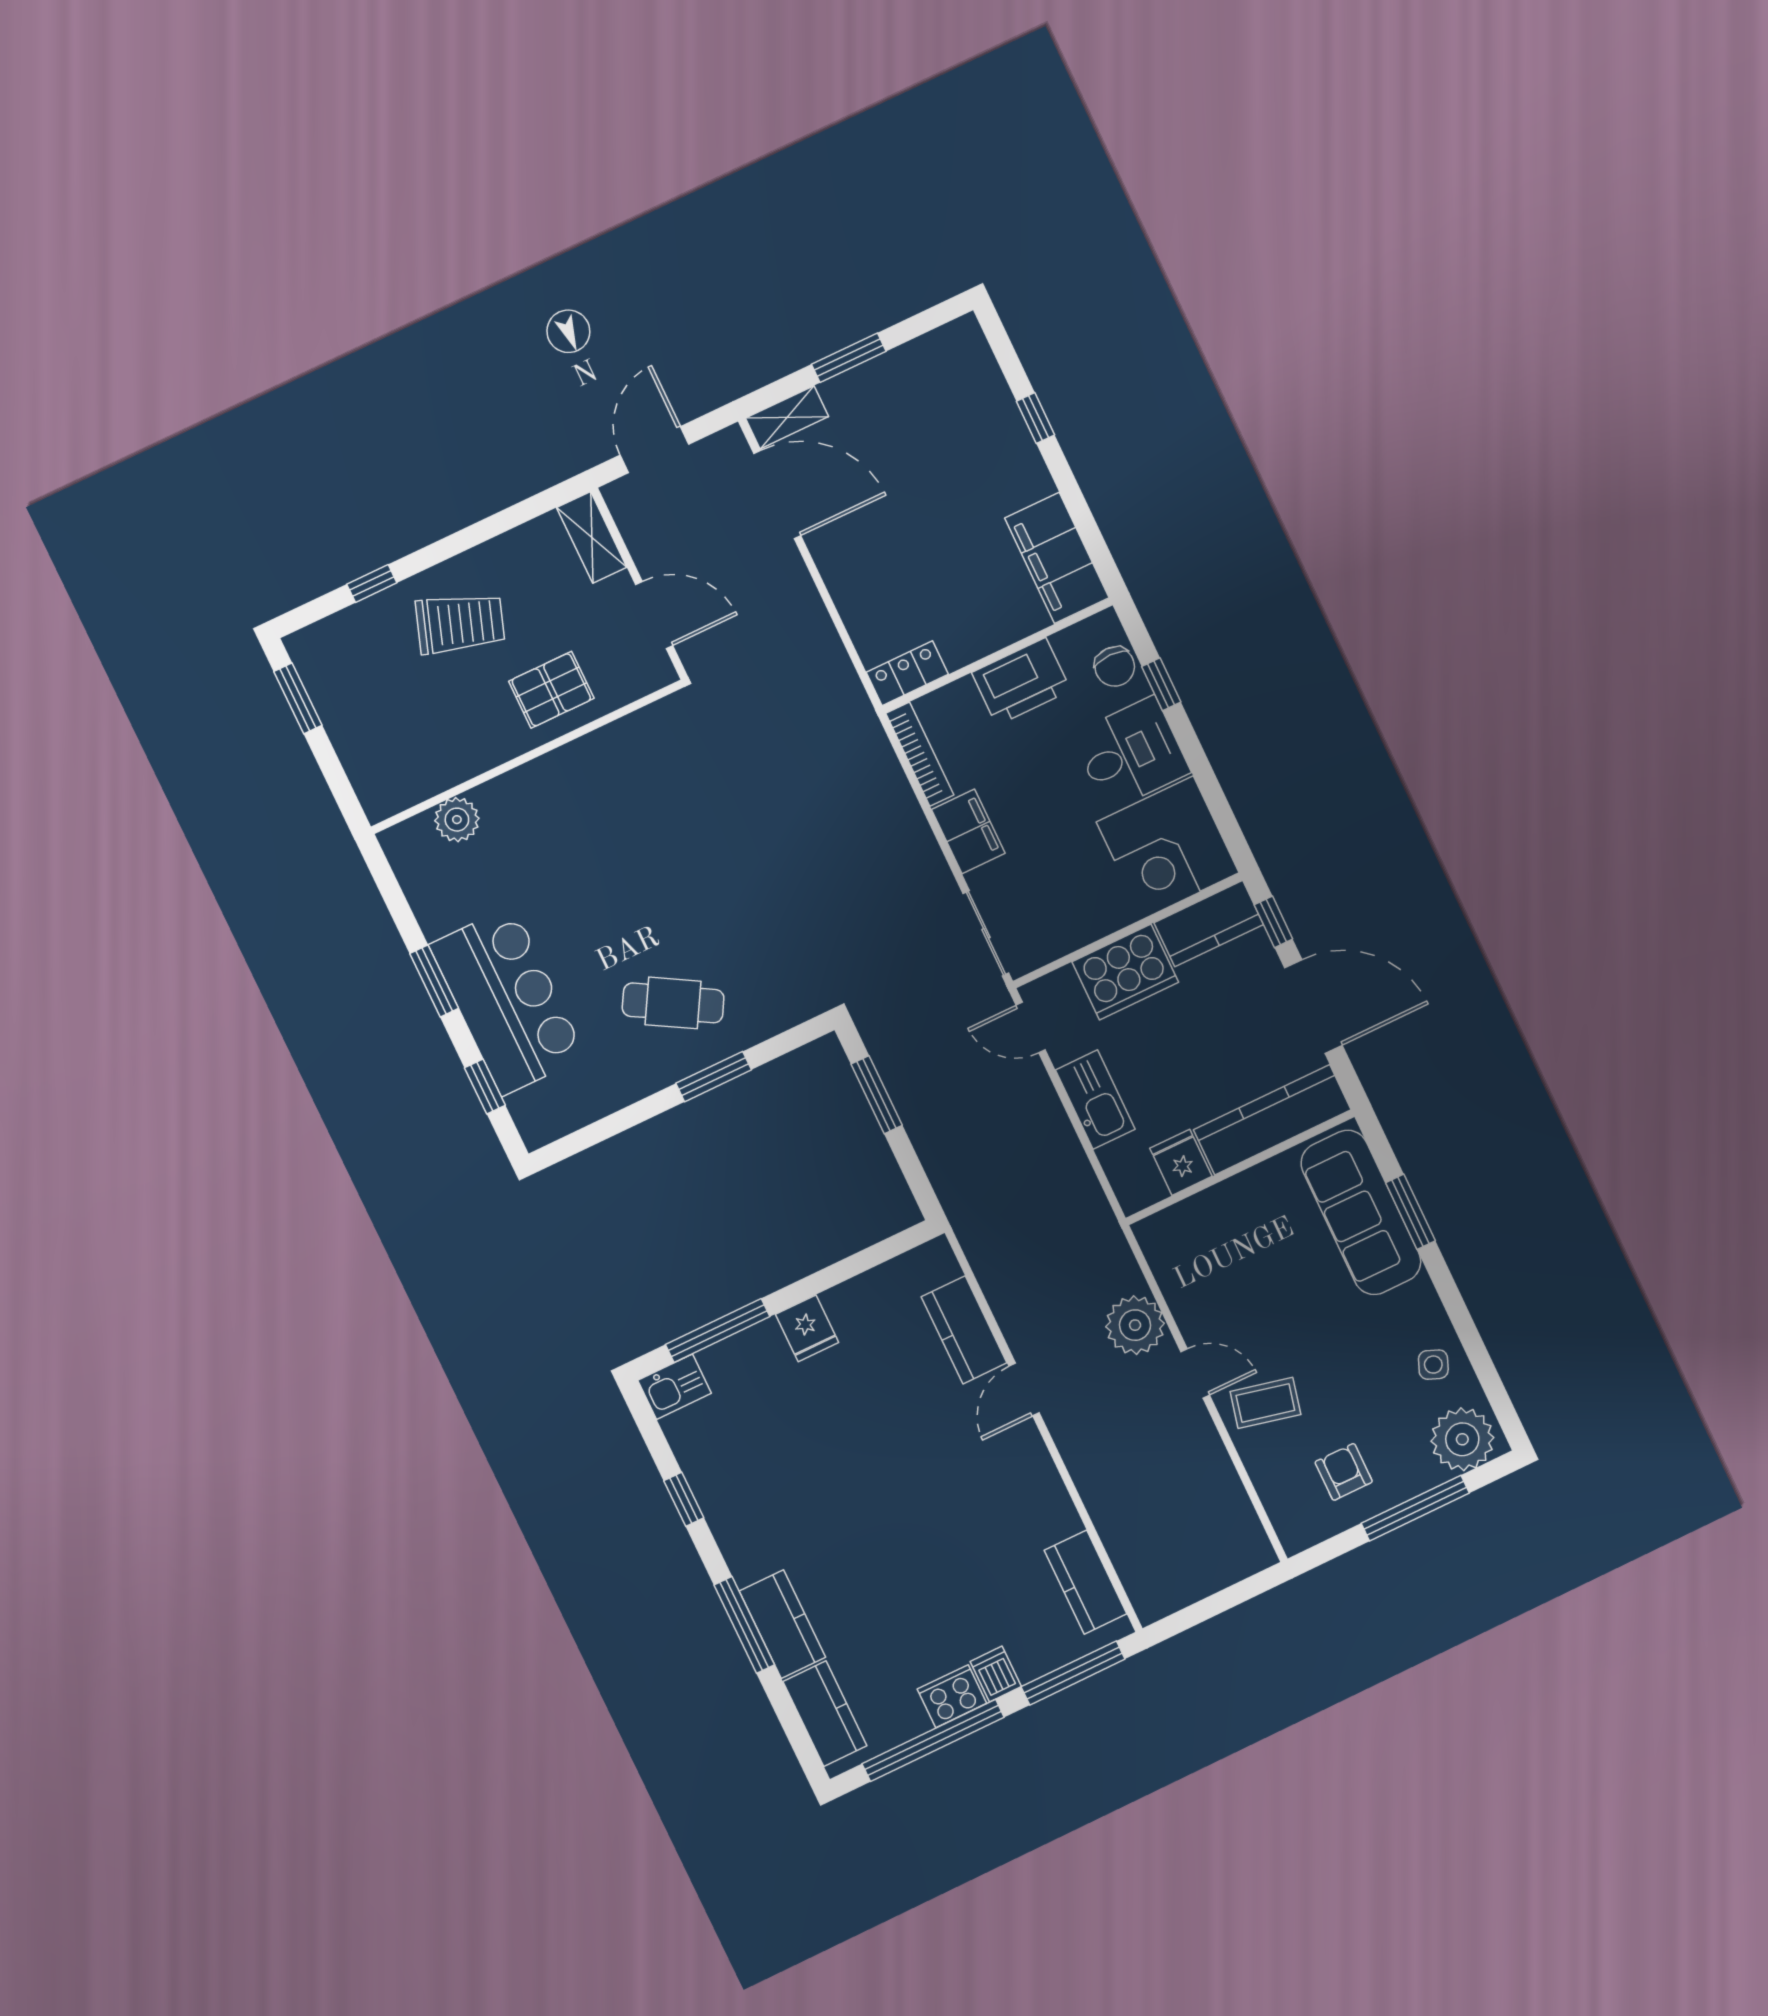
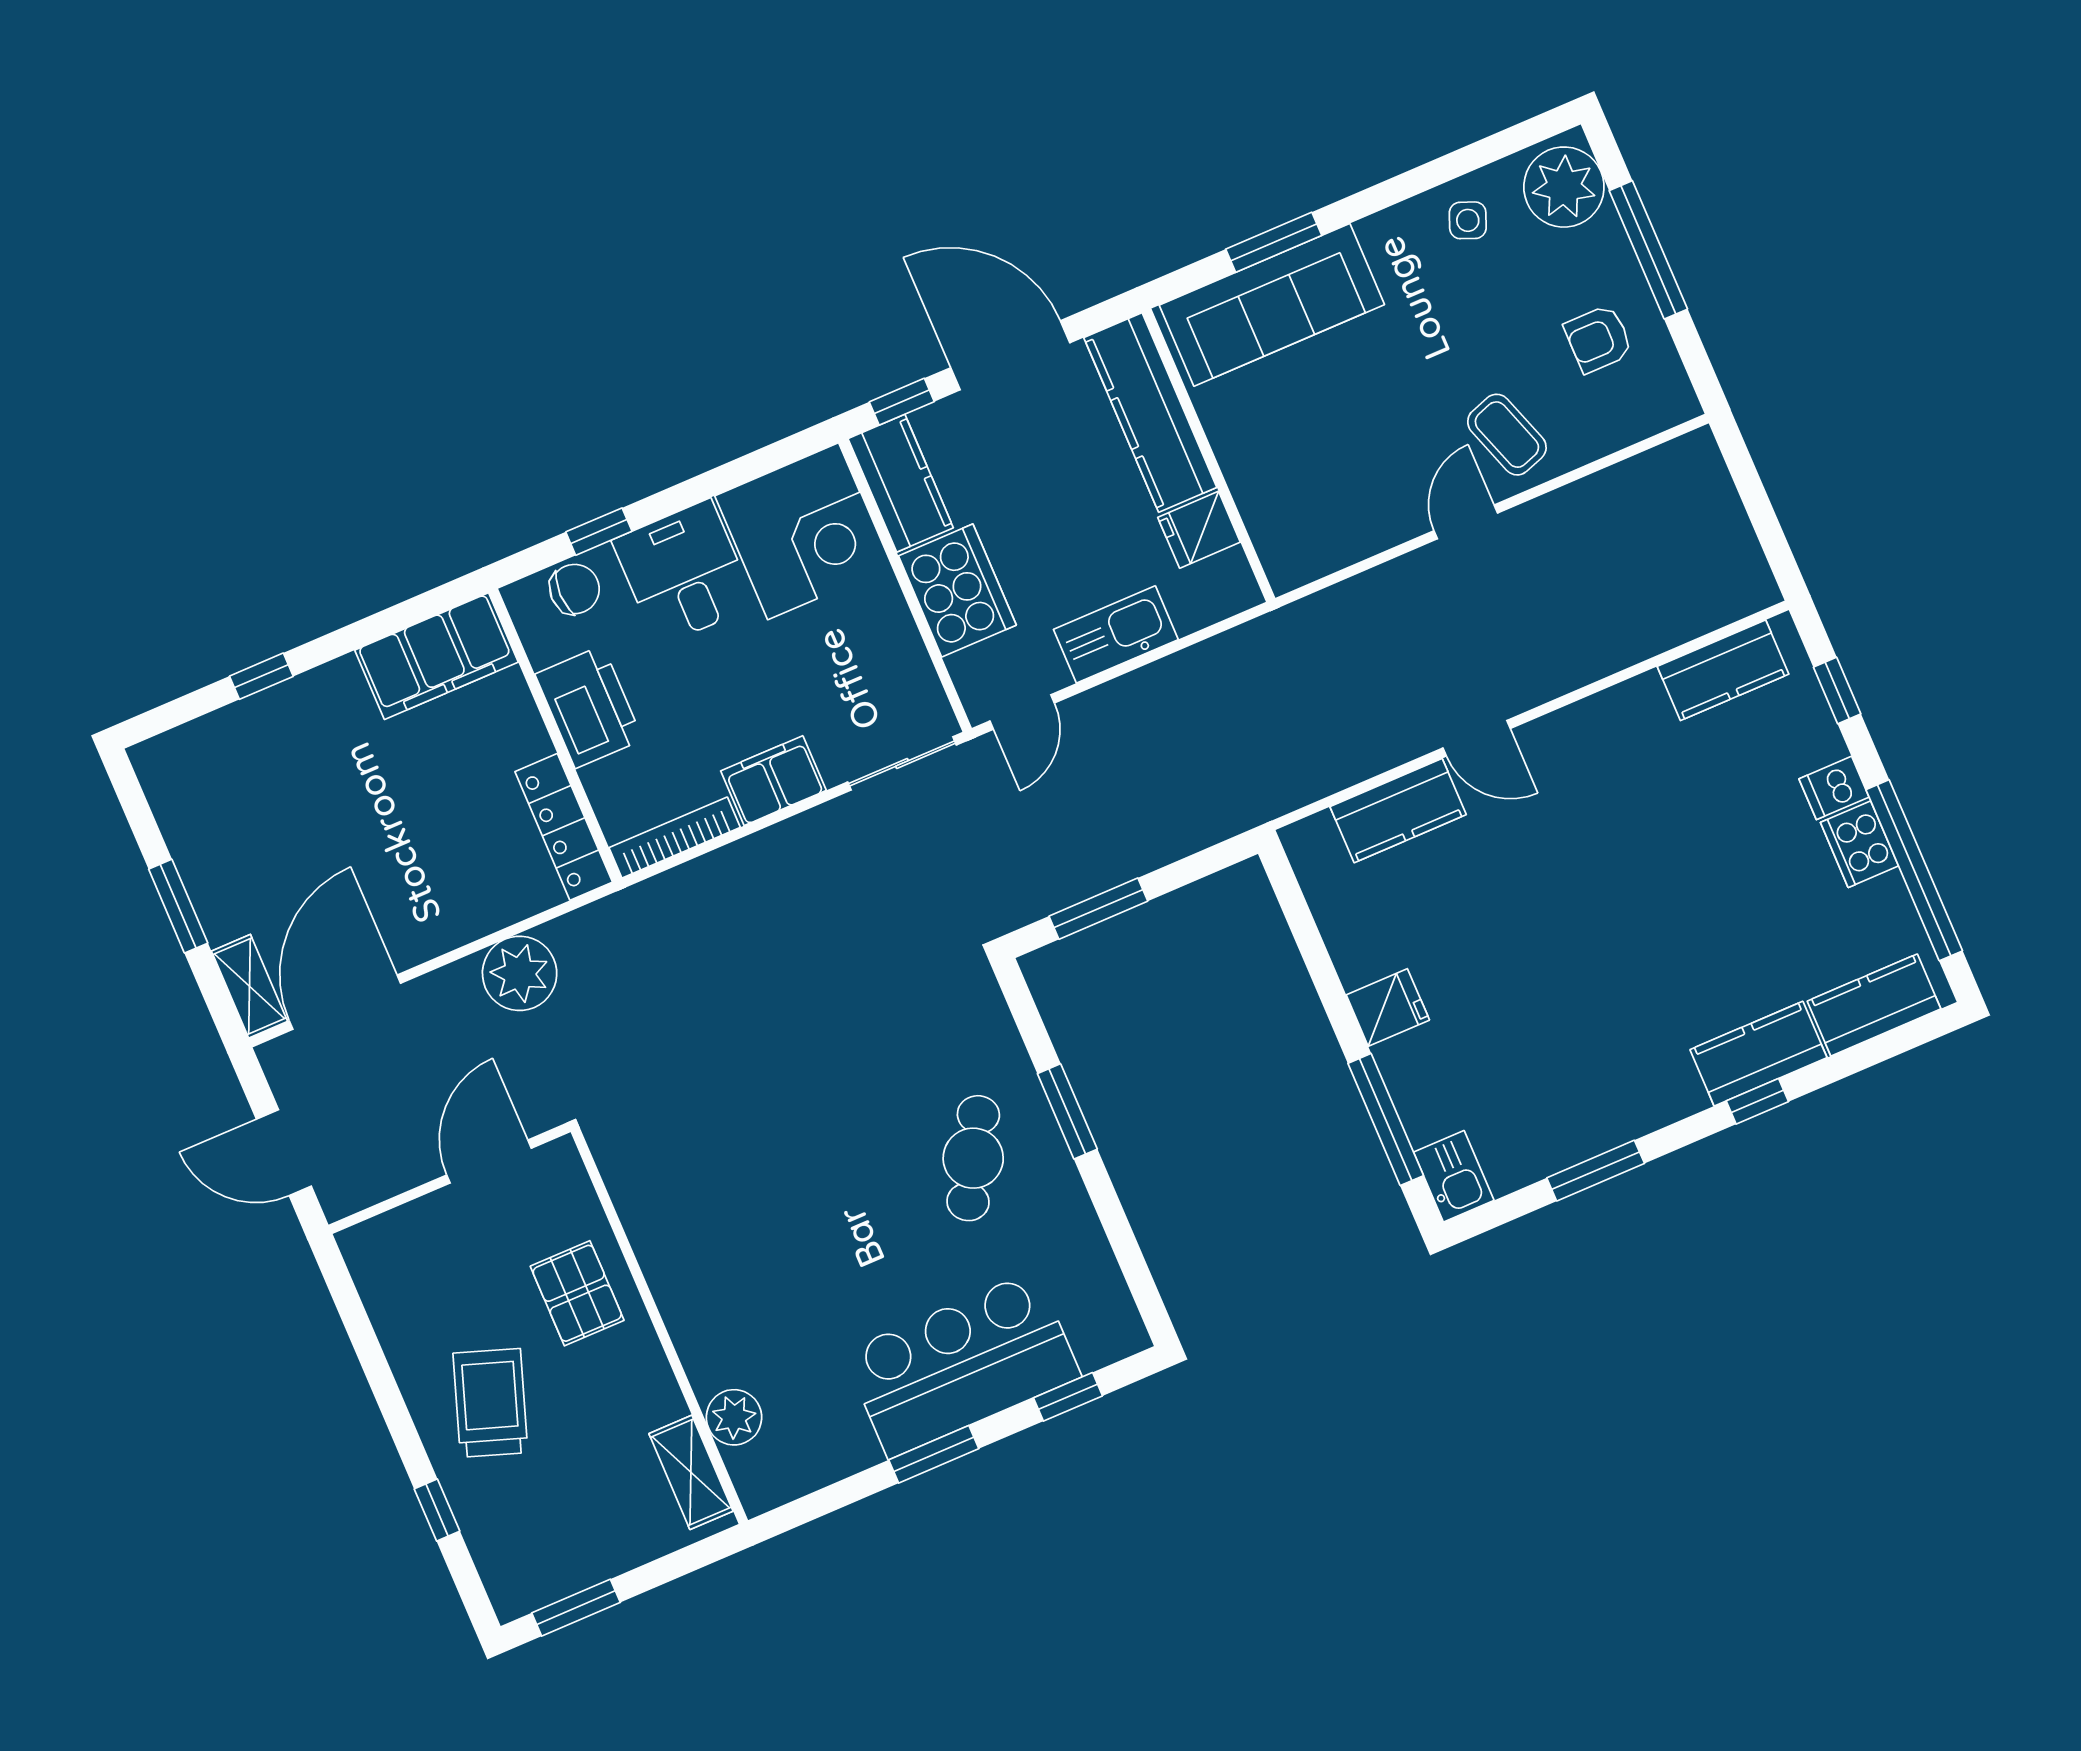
shelving: (592, 537) -> (691, 1472), moved, turned 90
locker: (907, 673) -> (564, 827), width x1.53
door: (1313, 1007) -> (1010, 355), hinge flipped
plant: (1135, 1325) -> (520, 973), moved
coffee table: (1265, 1403) -> (1507, 435), turned -32
window: (684, 1499) -> (1596, 1171), width x1.50
window: (744, 1625) -> (1757, 1101), width x0.46
window: (1073, 1673) -> (1837, 690), width x0.46

